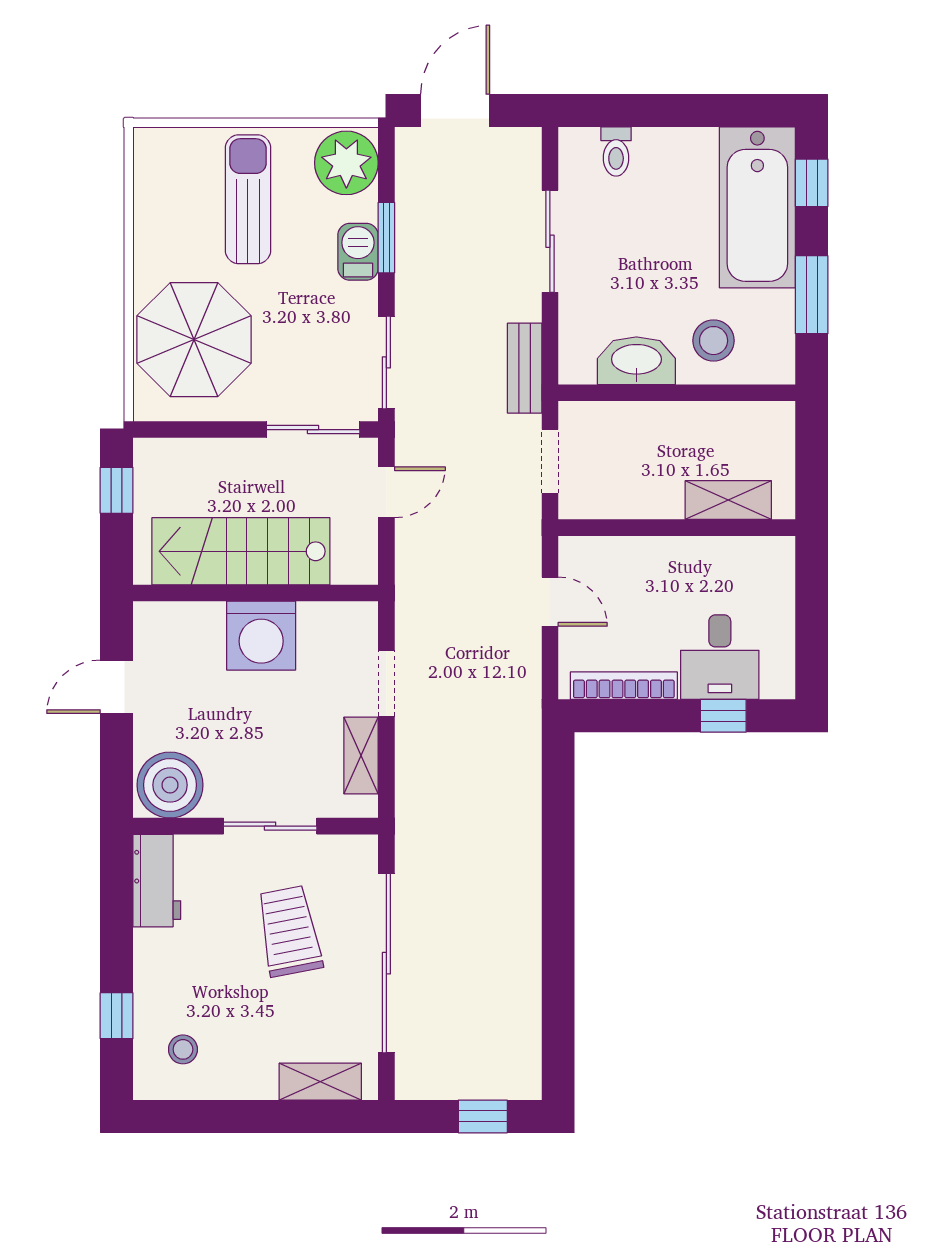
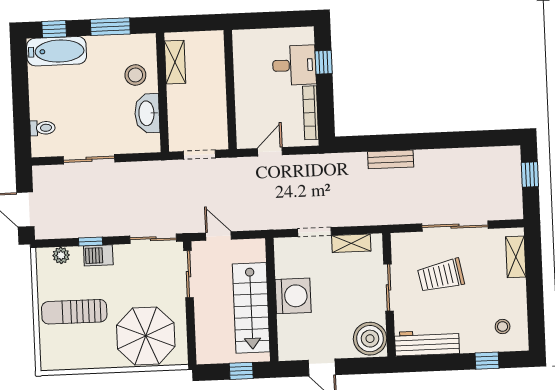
plant: (346, 163) -> (61, 255), width x0.53, depth x0.53
bathtub: (757, 207) -> (57, 51), width x0.73, depth x0.73
window: (386, 238) -> (91, 241), width x0.67
bench: (525, 368) -> (391, 159), moved
window: (117, 490) -> (241, 371), moved
shelving: (728, 500) -> (175, 62), moved
workbench: (157, 881) -> (427, 343), width x1.38
sliding door: (386, 963) -> (455, 226), width x0.73

